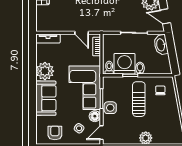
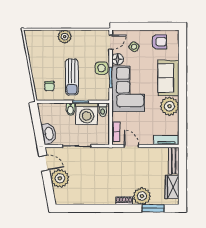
bench: (41, 19) -> (174, 161), added
armchair: (55, 133) -> (159, 42), turned -90

